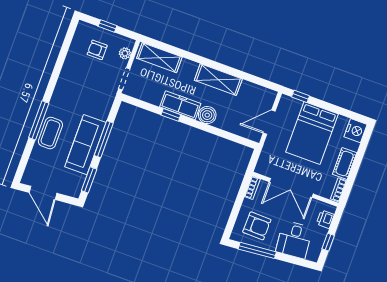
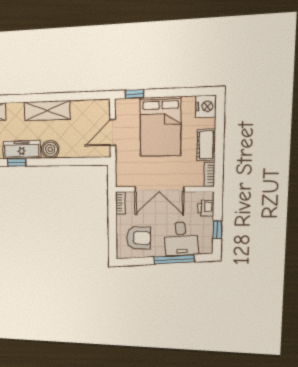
window: (257, 250) -> (174, 259), moved

